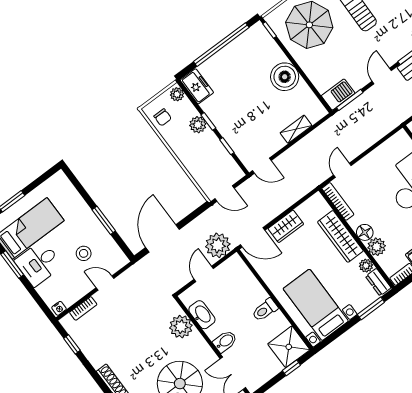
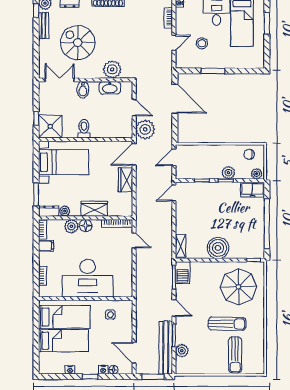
shelving: (296, 129) -> (181, 246), moved
wardrobe: (340, 236) -> (94, 209), width x0.67

